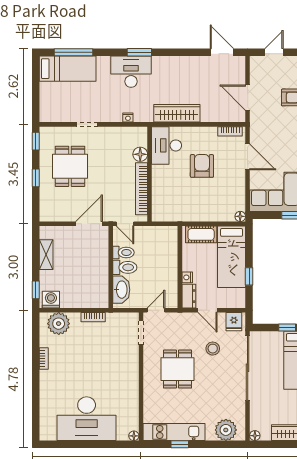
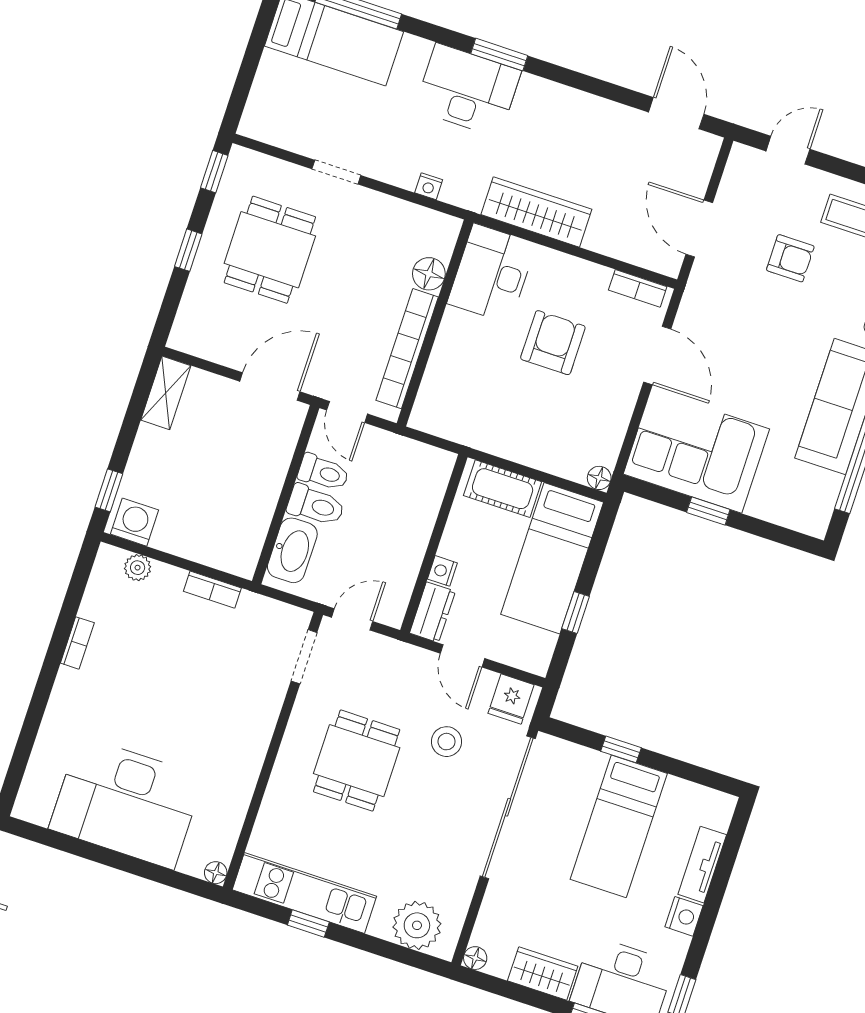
shelving: (46, 255) -> (166, 393), moved
plant: (59, 324) -> (138, 568), width x0.53, depth x0.53

